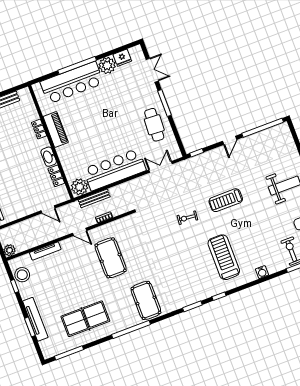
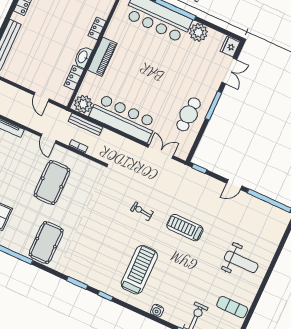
fridge: (122, 58) -> (230, 47), moved, turned 90
piano: (56, 129) -> (102, 57), moved

